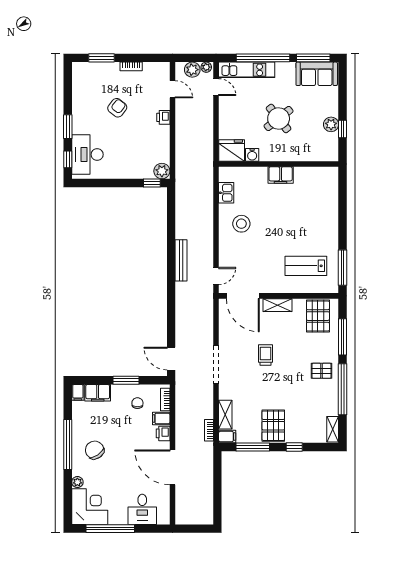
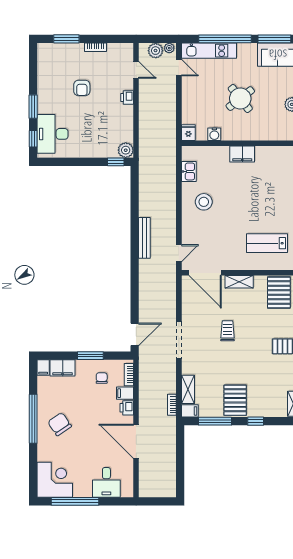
armchair: (117, 108) -> (82, 88), turned 142
fridge: (232, 150) -> (188, 133), width x0.53, depth x0.75
door: (171, 359) -> (135, 334), swing flipped
plant: (77, 482) -> (43, 456), removed

